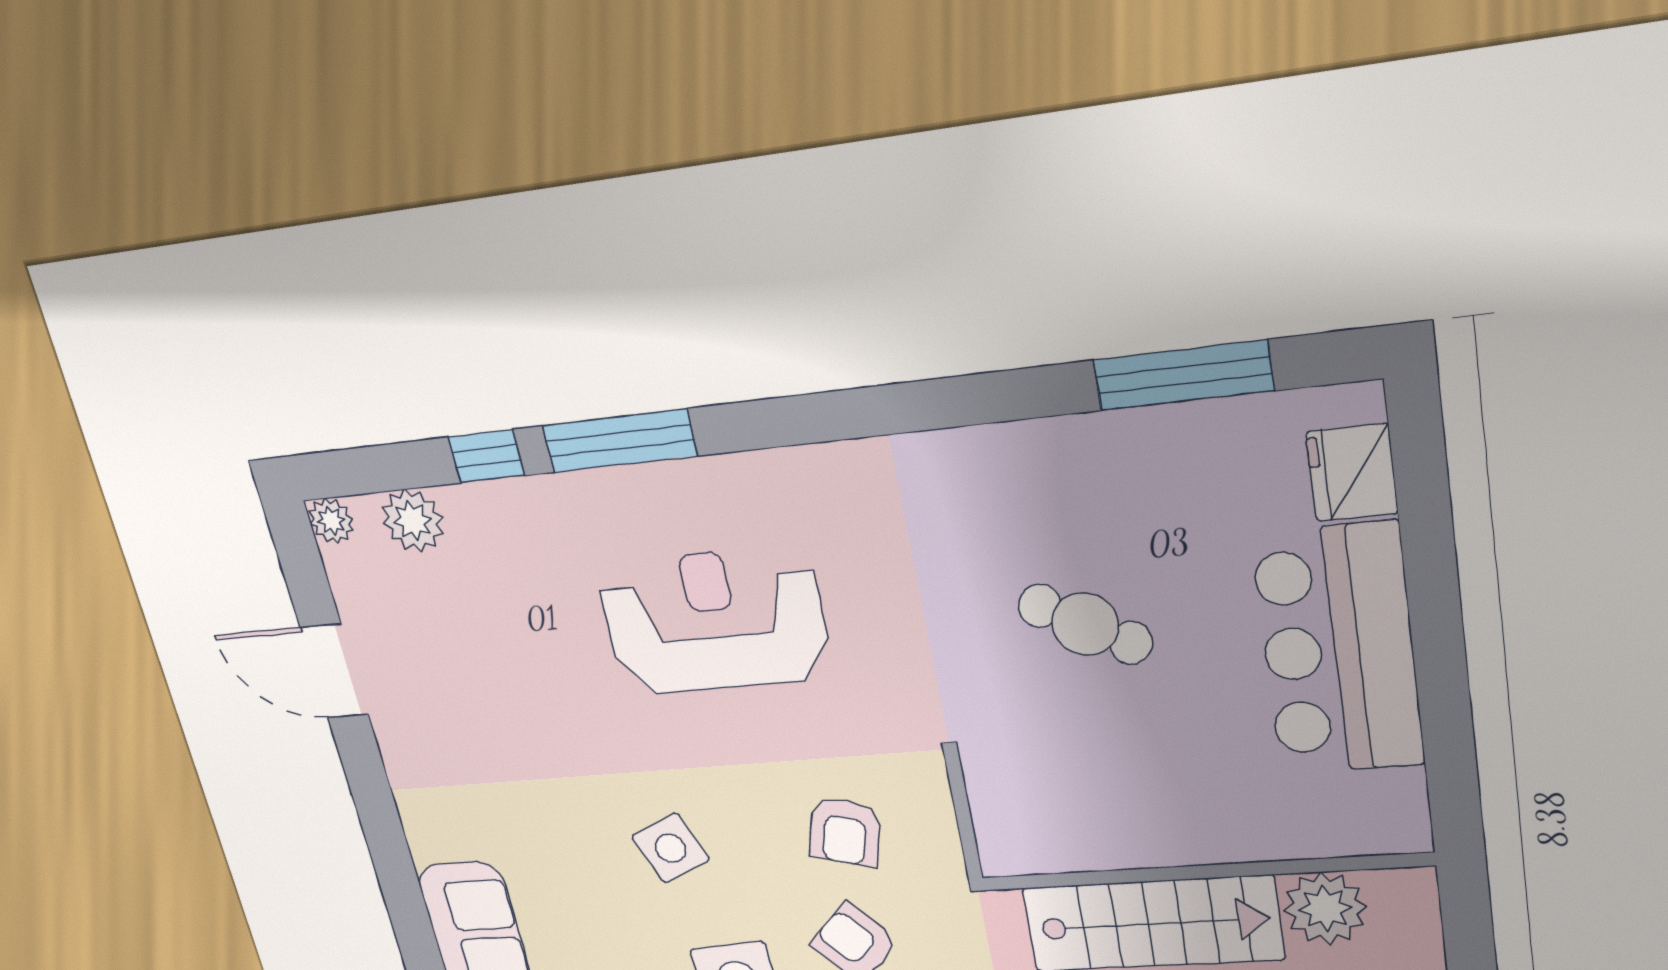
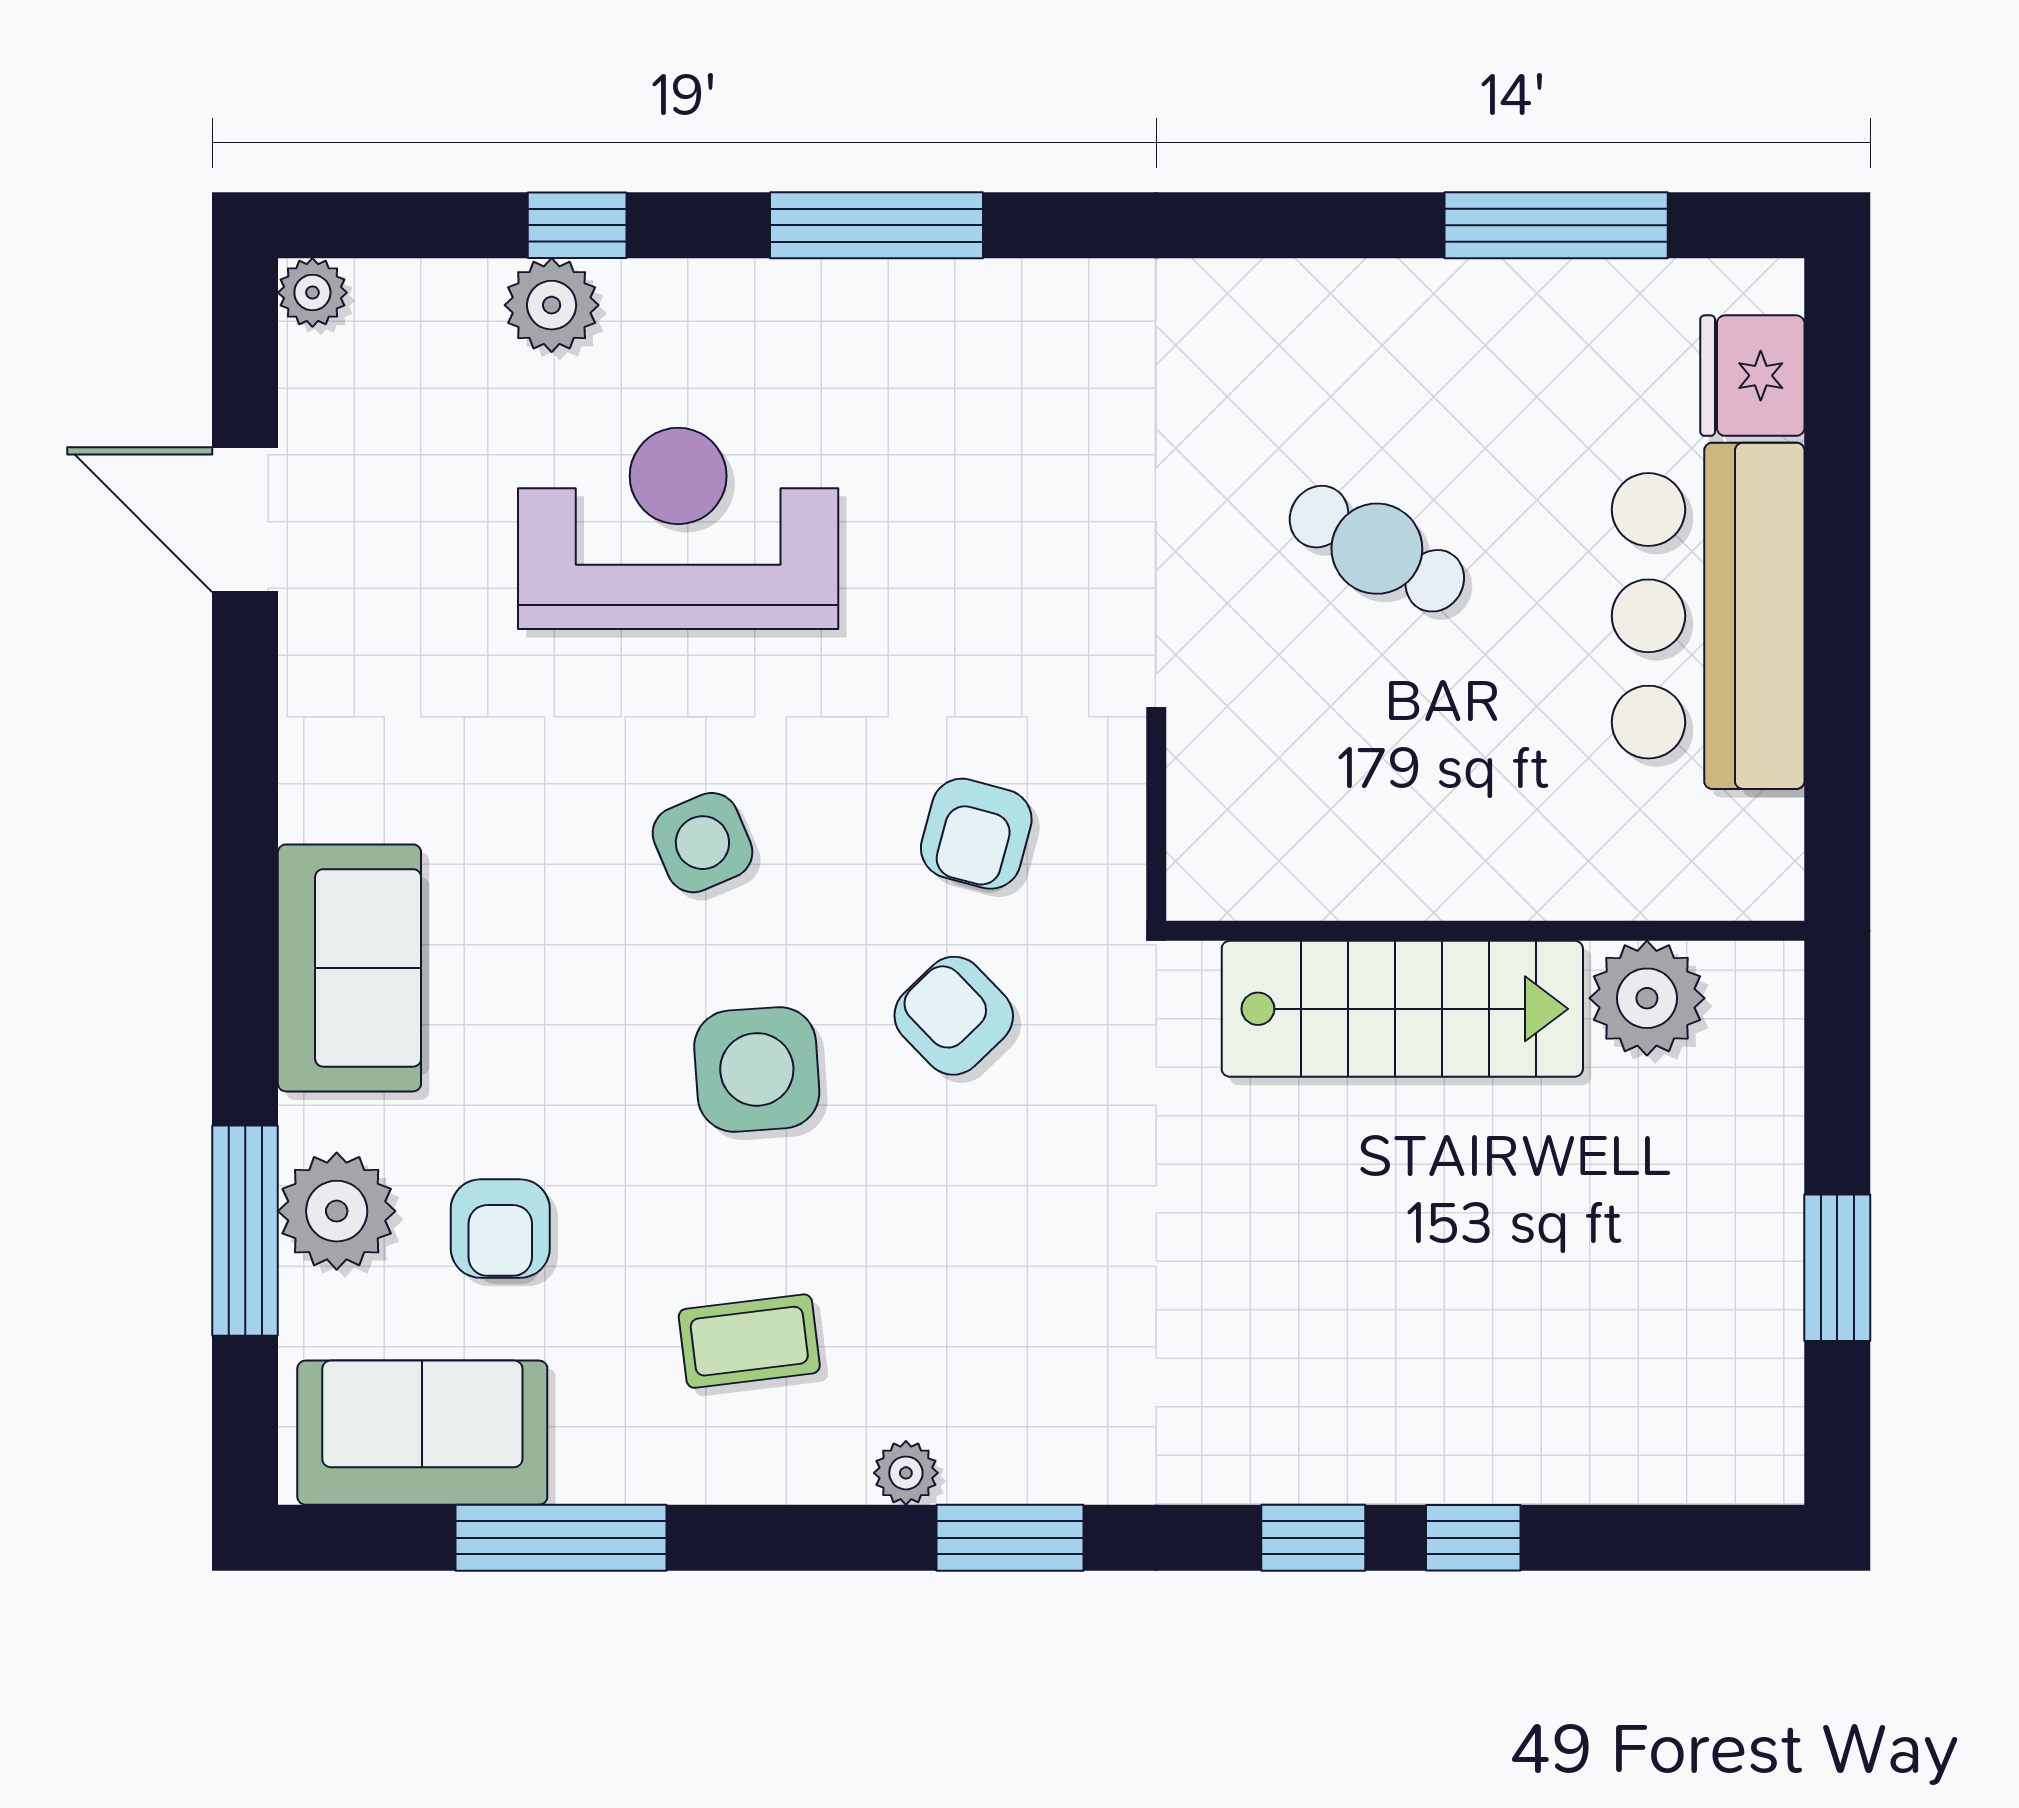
window: (620, 441) -> (876, 225), moved
plant: (413, 521) -> (552, 305), moved
reception desk: (714, 621) -> (678, 528), moved

